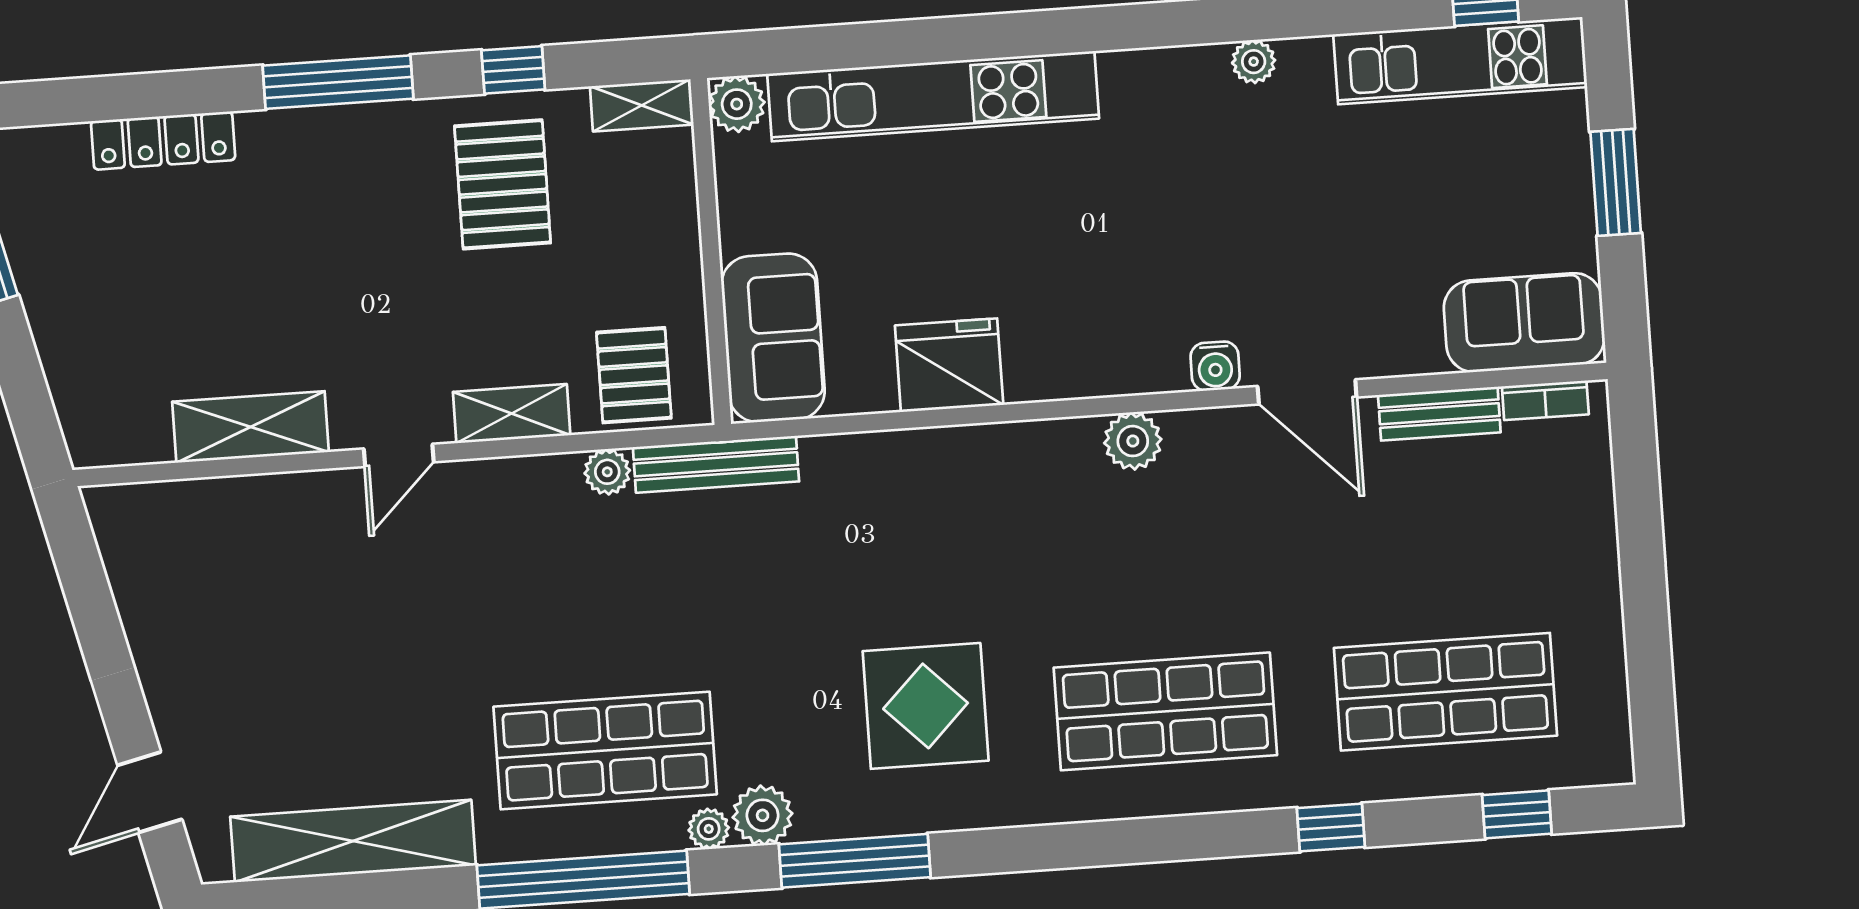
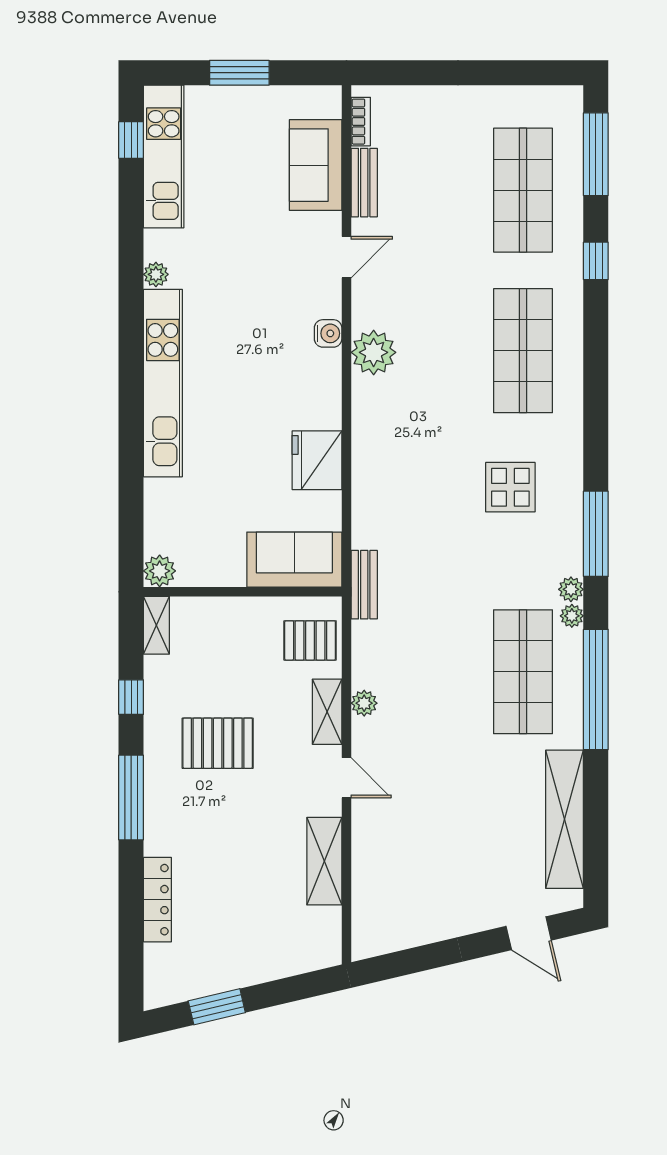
kitchen unit: (933, 96) -> (163, 383), moved
pallet: (503, 184) -> (218, 743), moved
sofa: (1524, 323) -> (316, 165), moved
water cooler: (1215, 366) -> (328, 333), moved
door: (1307, 392) -> (346, 257), width x0.73
plant: (1133, 441) -> (374, 352), width x1.36, depth x1.36
bench: (716, 464) -> (364, 585), width x0.73
plant: (607, 472) -> (364, 703), moved
display table: (926, 706) -> (510, 487), width x0.73, depth x0.73
window: (1517, 814) -> (596, 154), width x2.17
plant: (763, 815) -> (571, 589), width x0.73, depth x0.73

